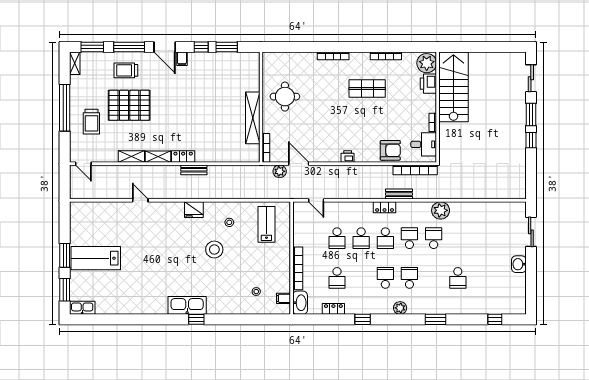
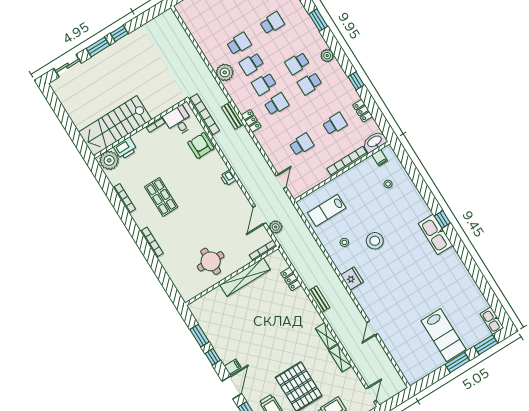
locker: (183, 157) -> (291, 279), moved
school desk: (361, 238) -> (239, 44), moved

